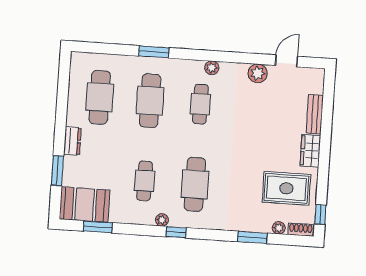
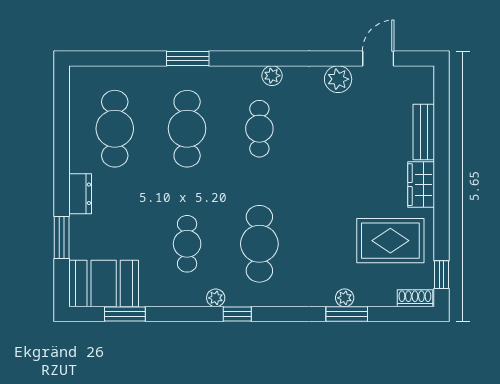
plant: (279, 228) -> (345, 298), moved

